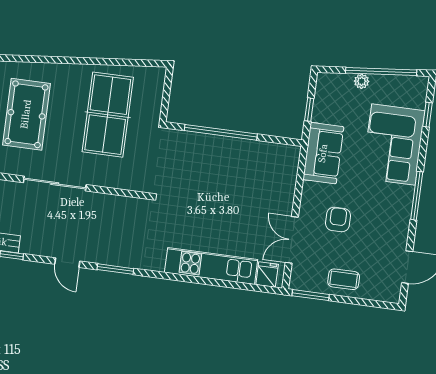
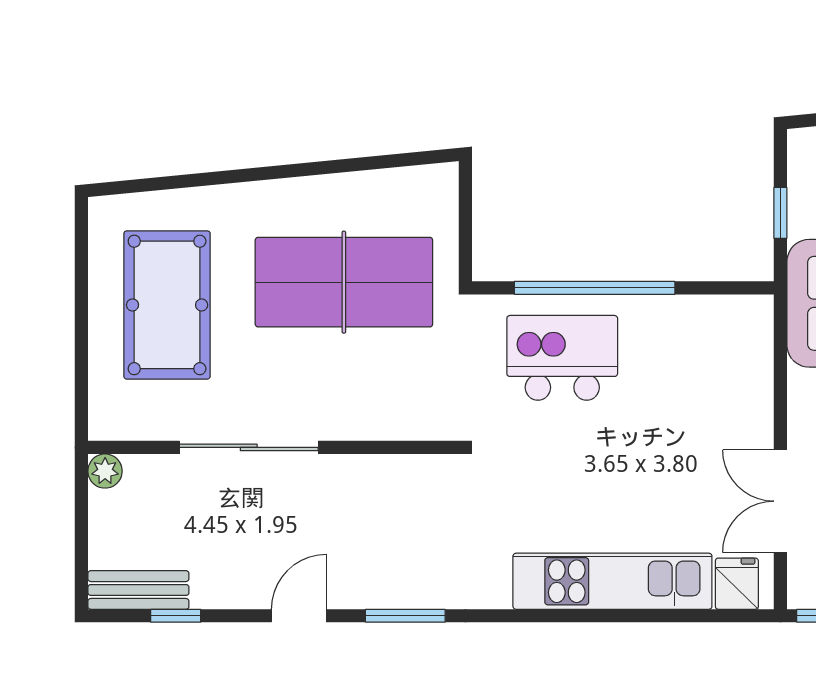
table tennis table: (108, 115) -> (344, 282), turned 90
kitchen island: (202, 162) -> (562, 358), added
door: (67, 263) -> (299, 616), swing flipped

